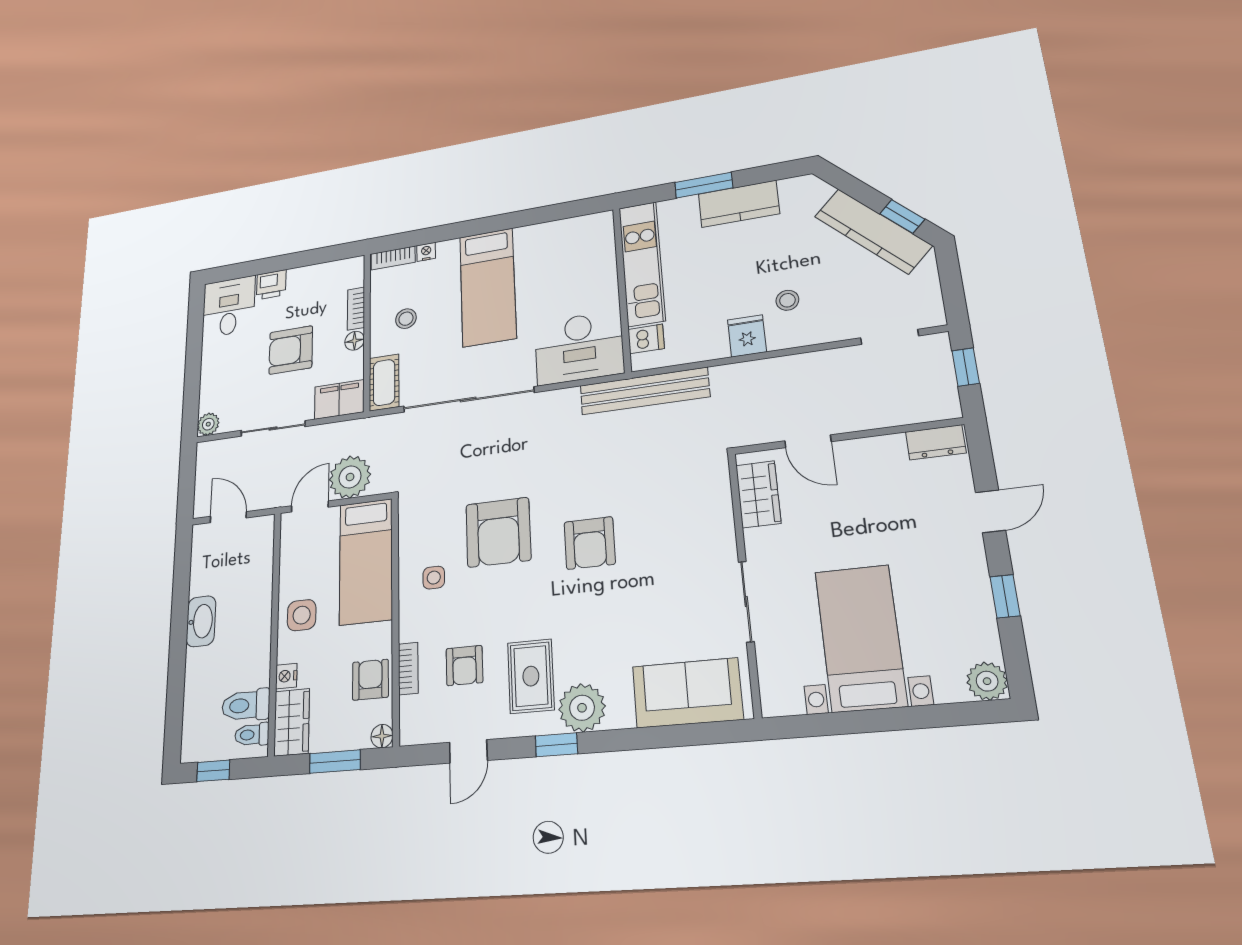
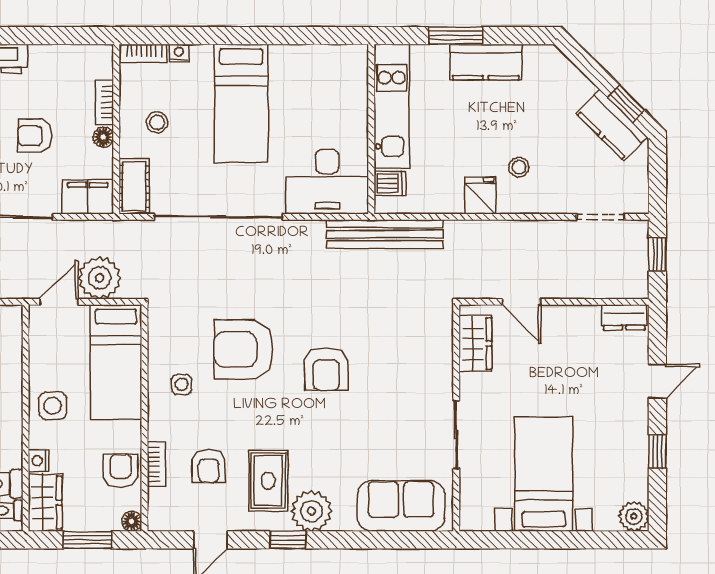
kitchen counter: (873, 231) -> (612, 125), width x0.67
armchair: (291, 350) -> (35, 136), width x0.72, depth x0.72
armchair: (498, 532) -> (243, 349), turned 90

